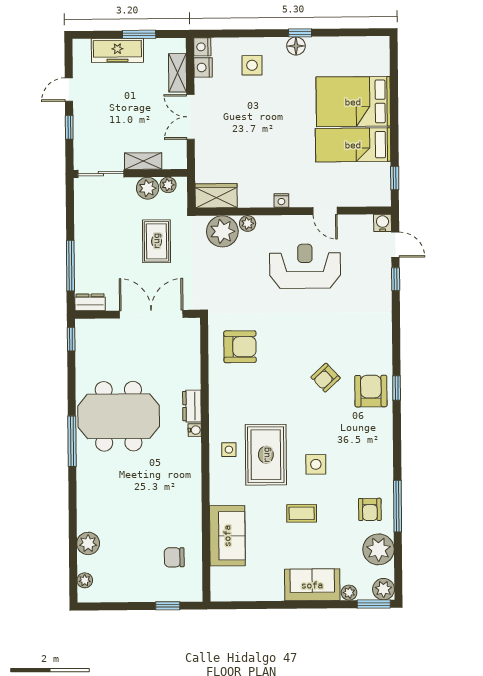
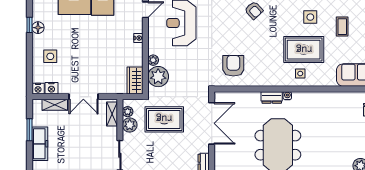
shelving: (143, 161) -> (112, 114), moved
rug: (156, 241) -> (164, 119), width x1.36, depth x1.43
double door: (151, 314) -> (212, 123), swing flipped

